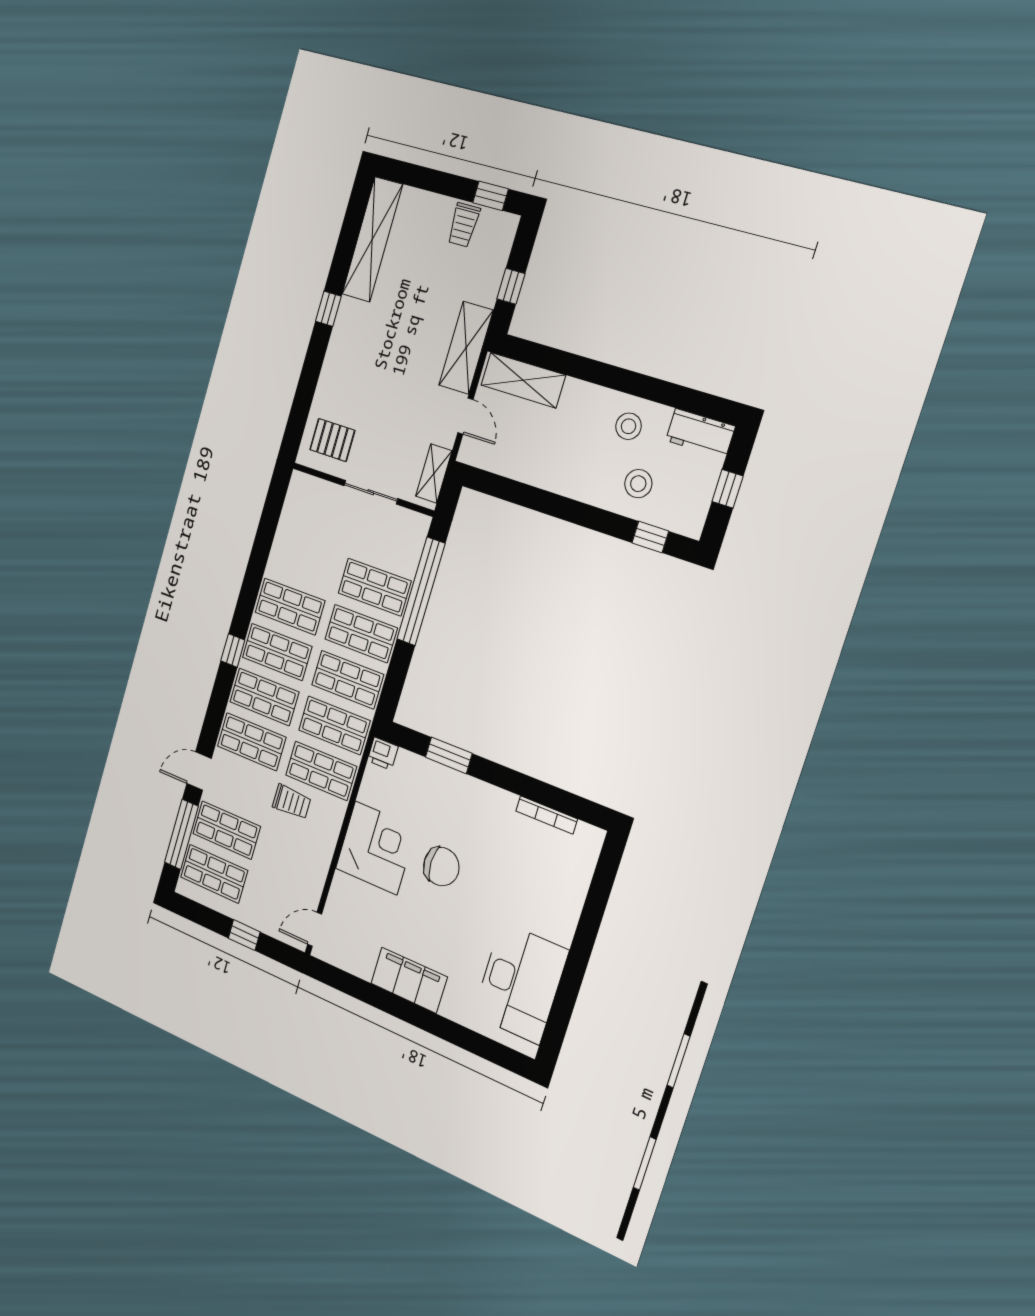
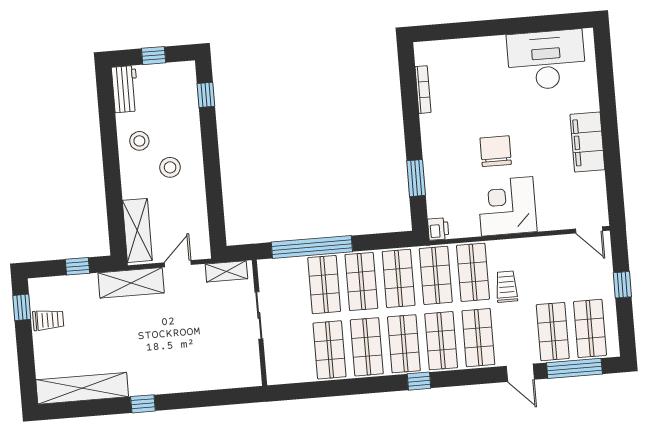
pallet: (332, 440) -> (234, 362), removed
stool: (638, 484) -> (170, 167), moved
shop shelf: (303, 561) -> (330, 350), added

